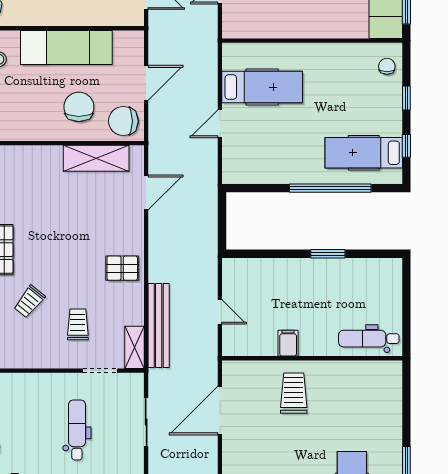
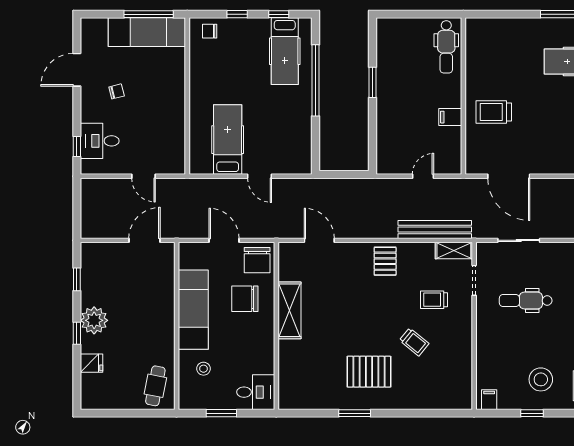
shelving: (96, 158) -> (289, 310), moved

